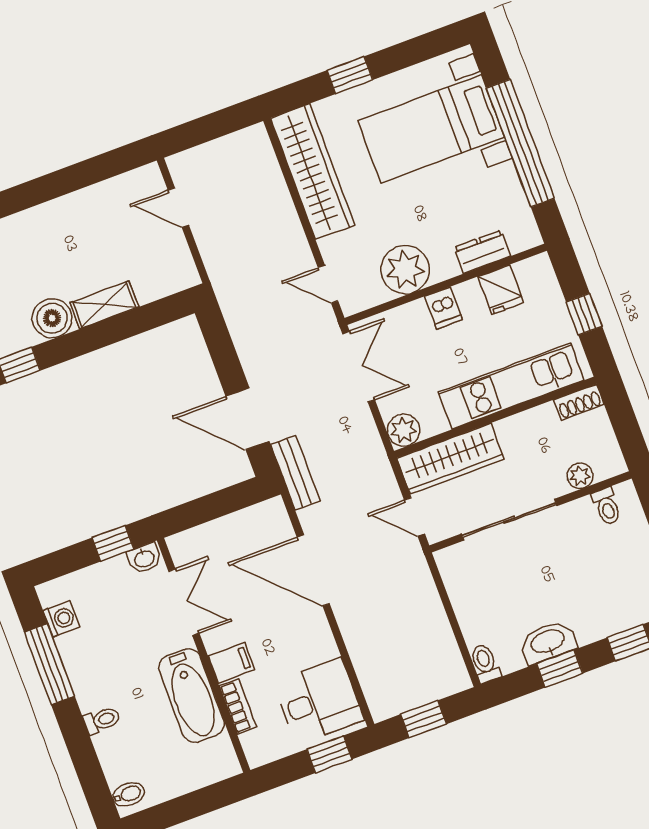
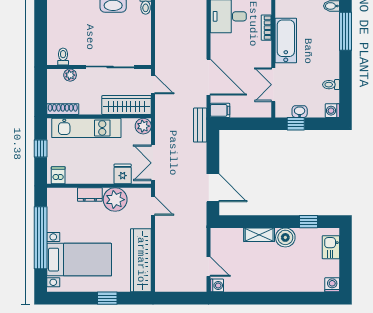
washing machine: (149, 177) -> (217, 285), added
dresser: (482, 252) -> (90, 195), moved
fridge: (501, 290) -> (123, 174), moved
dishwasher: (444, 308) -> (58, 175), moved
shoe rack: (579, 402) -> (63, 109), width x1.43
door: (248, 419) -> (213, 188), moved
washbasin: (144, 558) -> (300, 112), moved
washing machine: (61, 619) -> (332, 111), moved
filing cabinet: (231, 663) -> (220, 110), moved, turned 180
window: (49, 664) -> (346, 31), moved
toilet: (102, 720) -> (331, 85), moved

